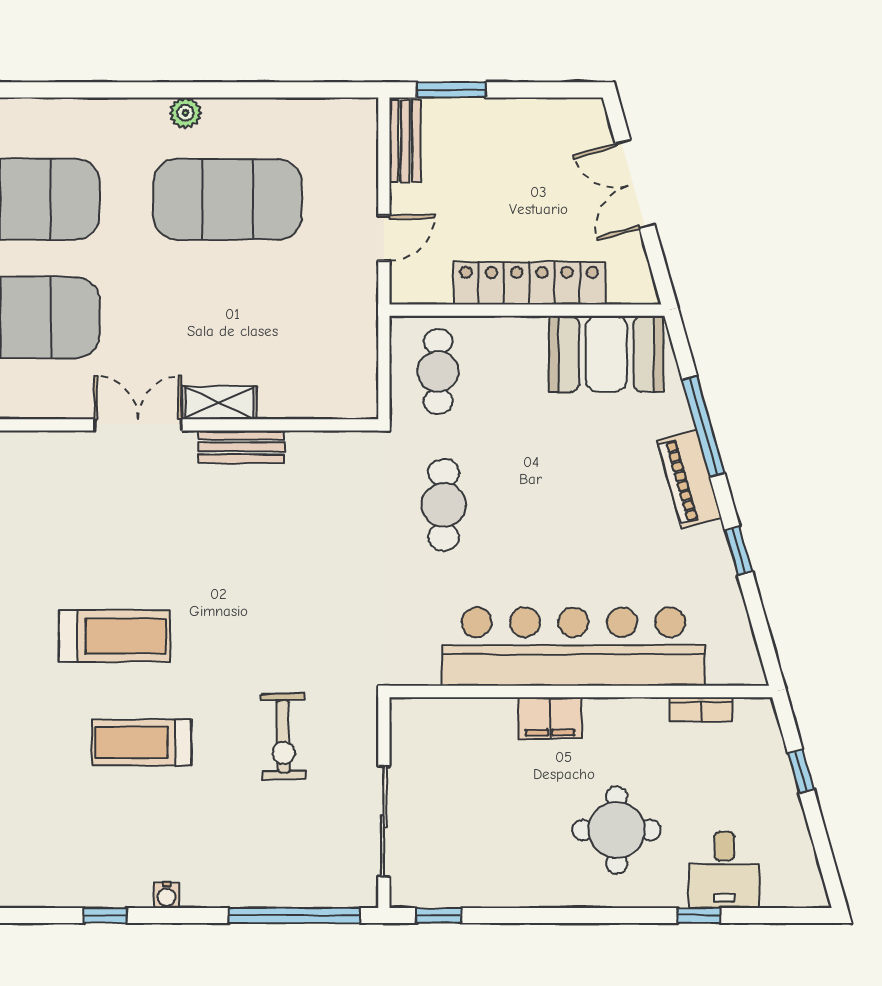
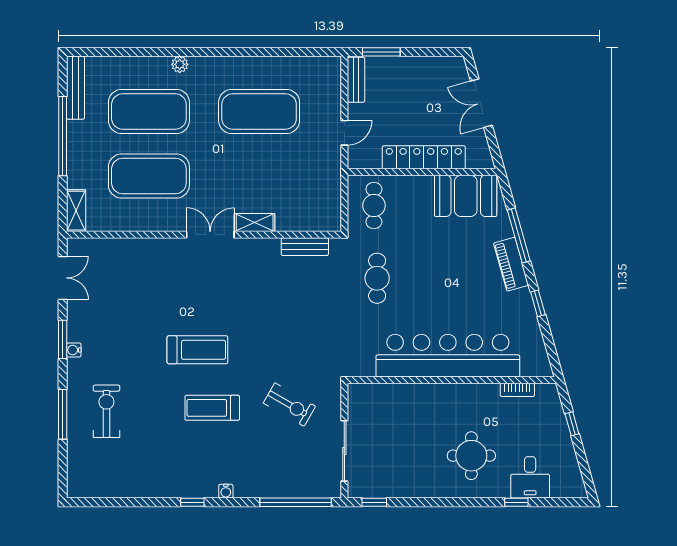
plant: (185, 113) -> (180, 64), moved
bench: (241, 447) -> (305, 247), moved
filing cabinet: (550, 718) -> (435, 394), removed
exercise bike: (283, 737) -> (289, 405), turned -59

